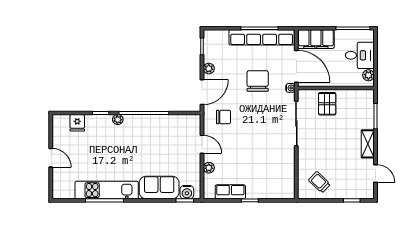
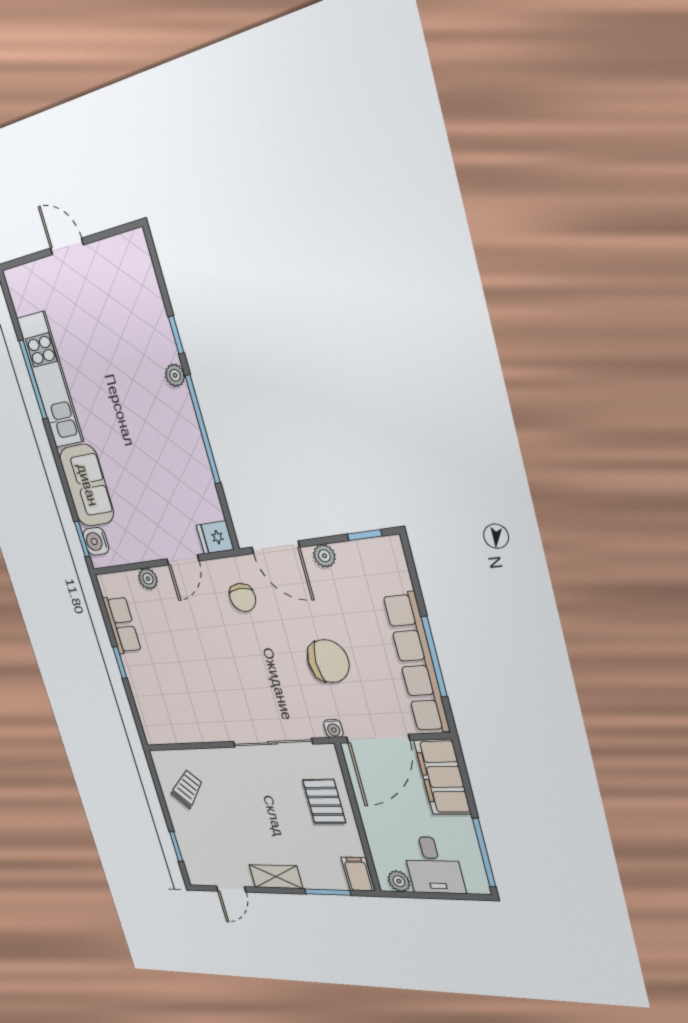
filing cabinet: (365, 96) -> (358, 874), added
pallet: (327, 104) -> (324, 801), turned 90
fridge: (77, 123) -> (215, 537), moved
door: (51, 158) -> (67, 247), swing flipped

